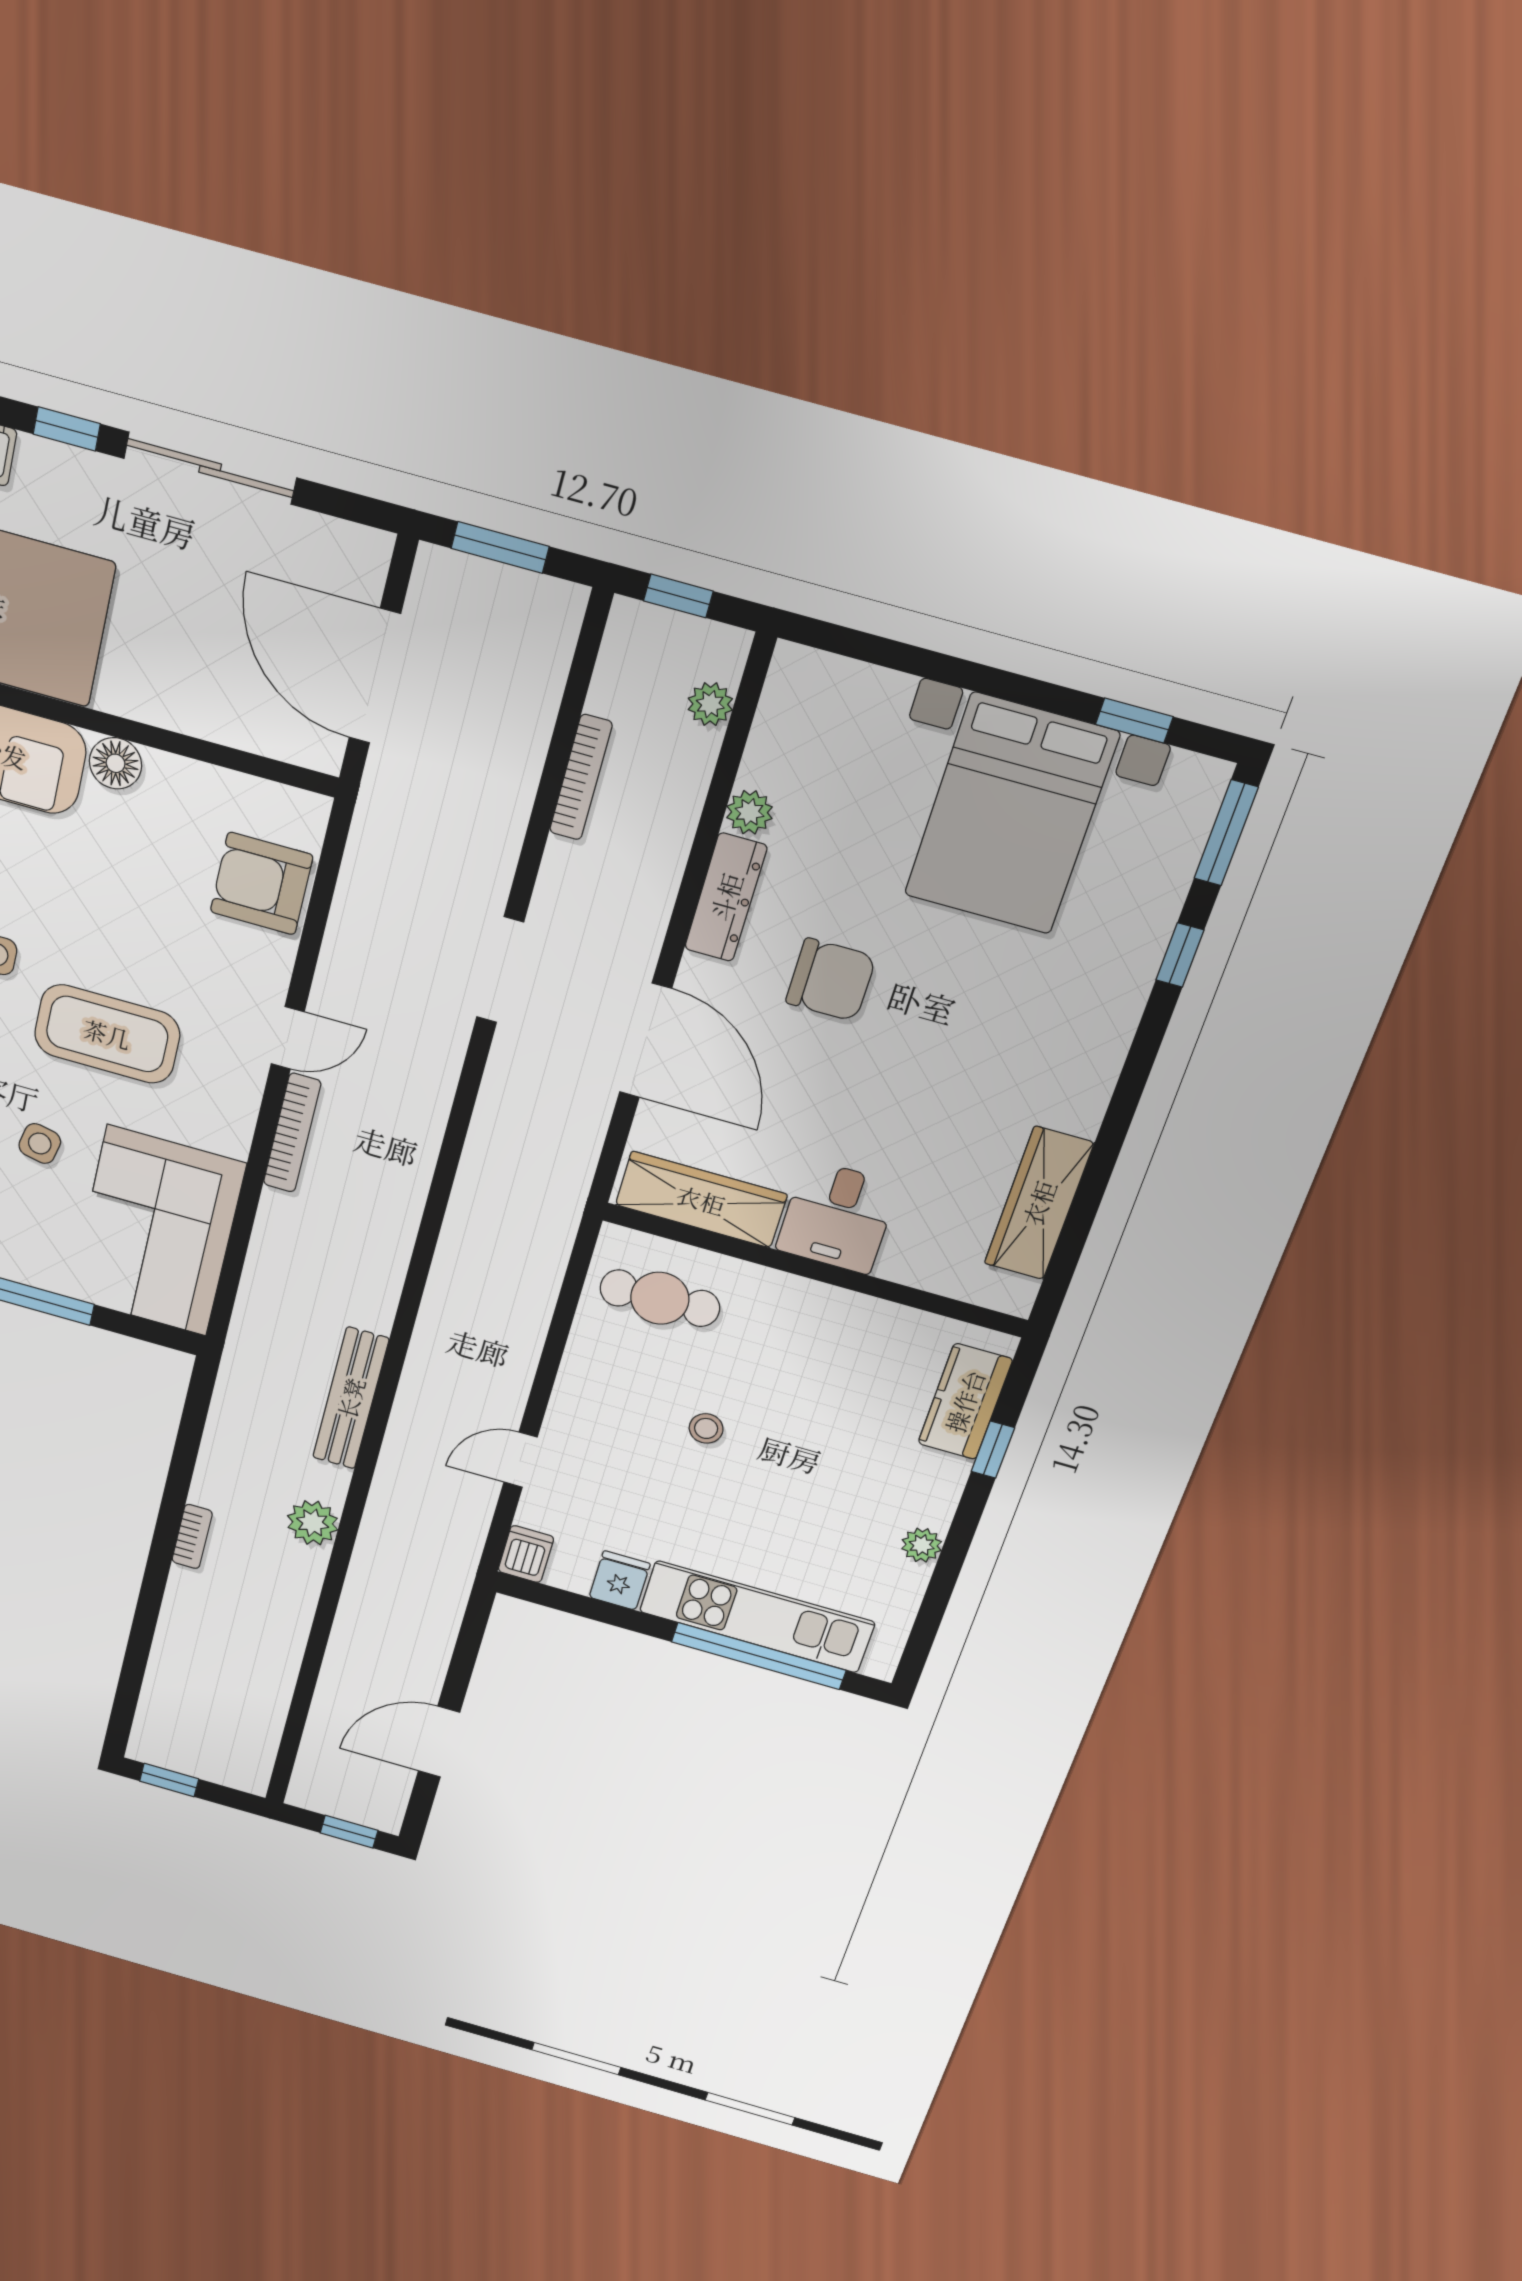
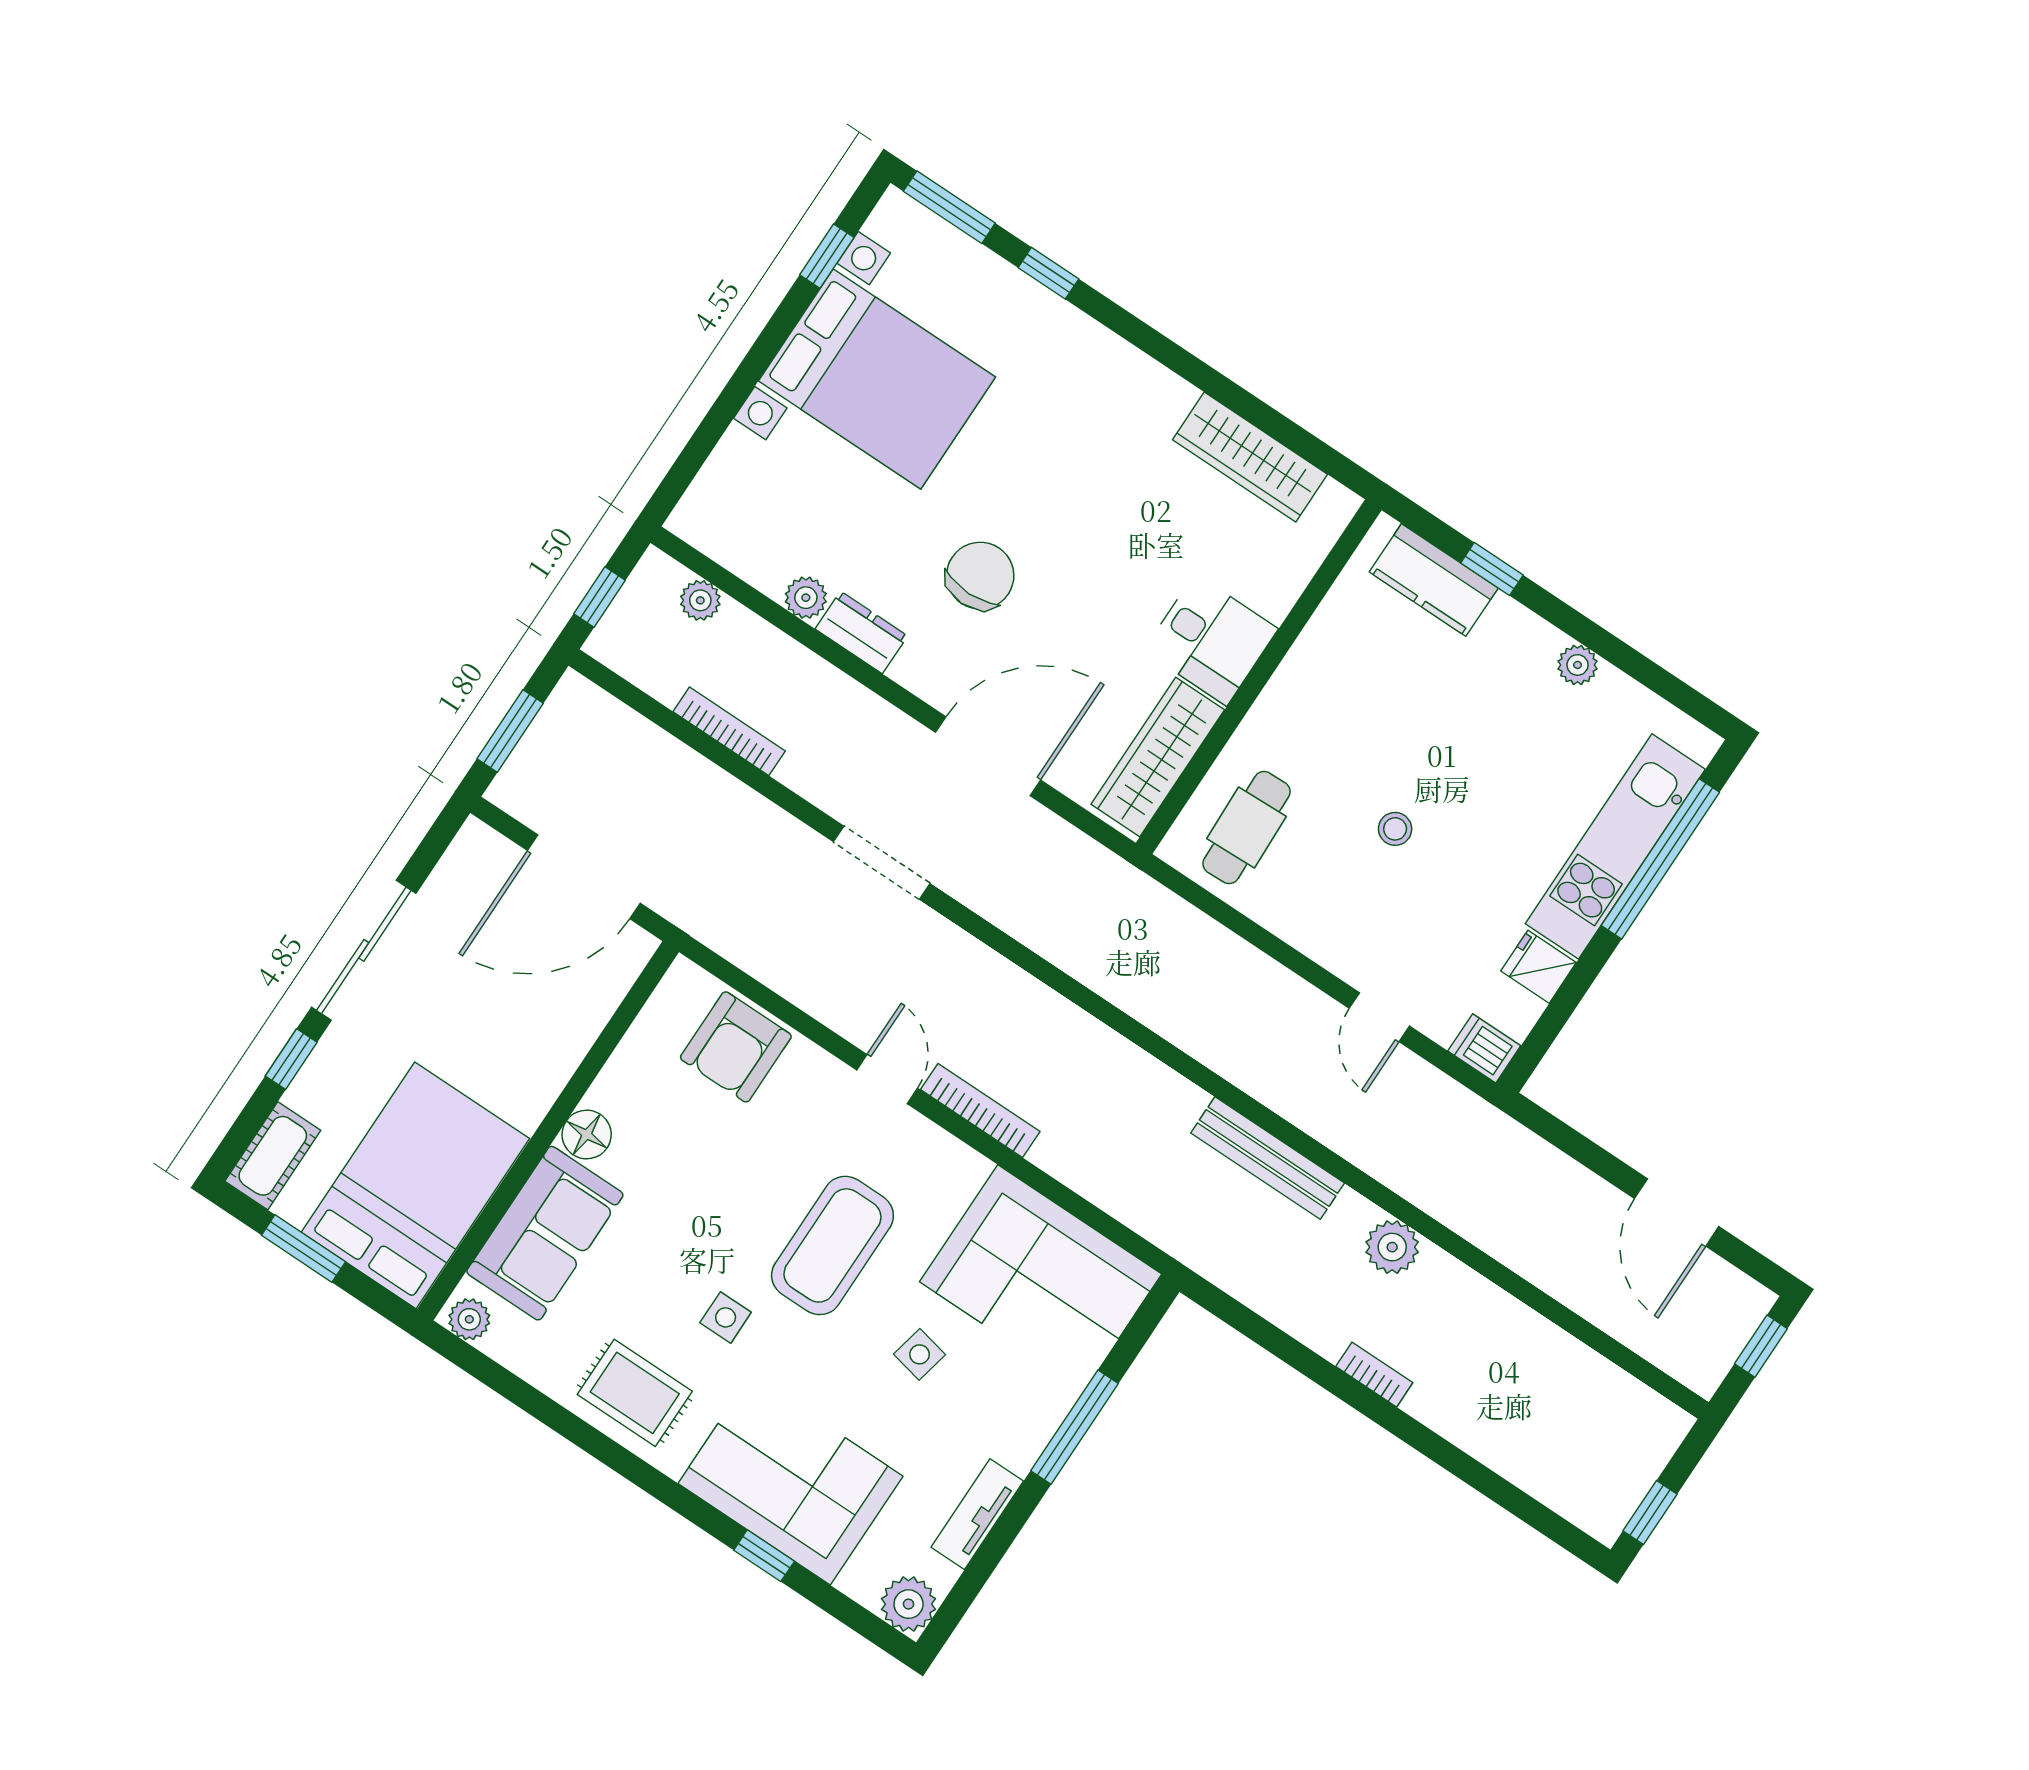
dresser: (726, 897) -> (861, 632), width x0.70

